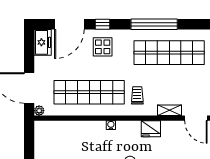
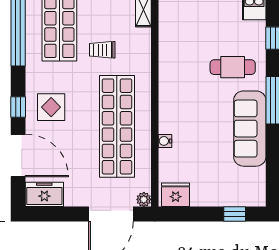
trolley: (137, 95) -> (102, 50), moved
water cooler: (111, 125) -> (165, 141), moved
fridge: (151, 129) -> (176, 195), moved, turned -90

